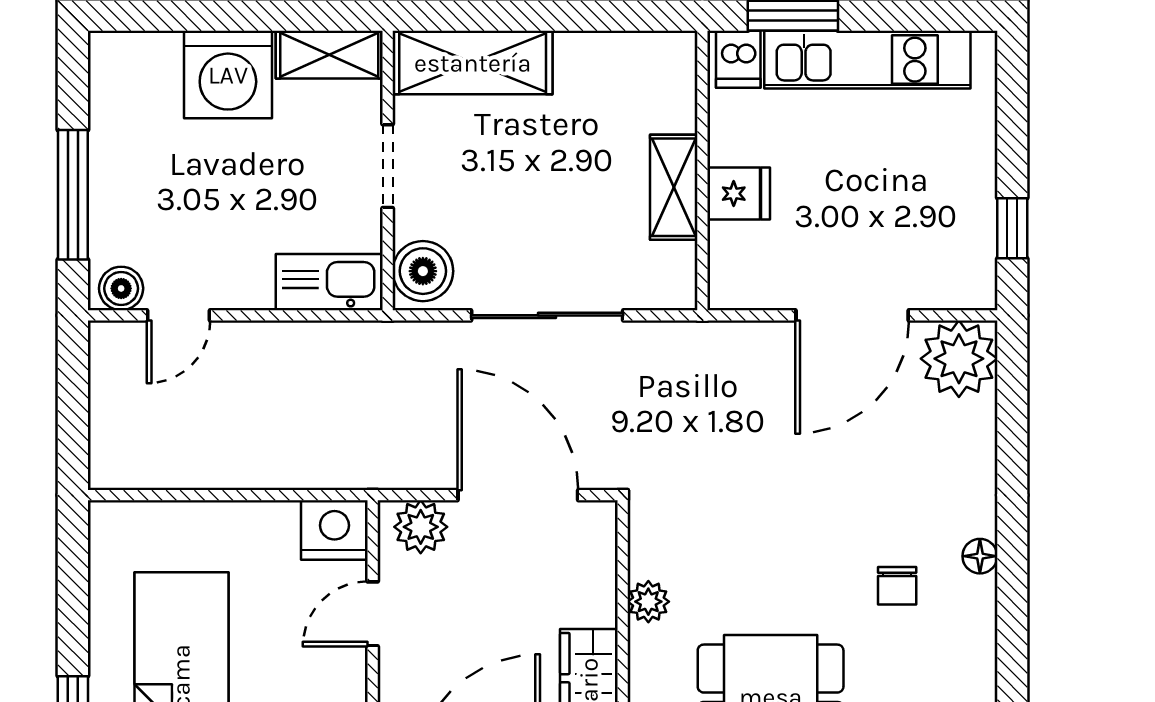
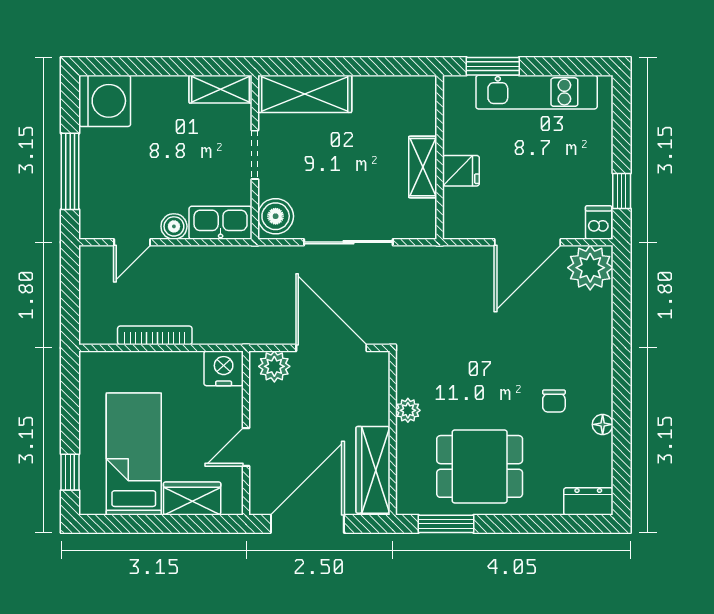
dishwasher: (738, 59) -> (599, 222), moved, turned 180
washing machine: (228, 75) -> (105, 101), moved, turned -90
boiler: (121, 288) -> (174, 226), moved
bookcase: (217, 474) -> (155, 335), added
floor lamp: (980, 556) -> (603, 424), moved
door: (373, 614) -> (246, 447), moved

